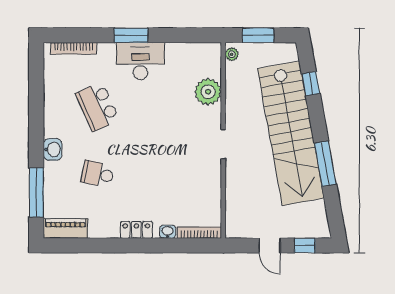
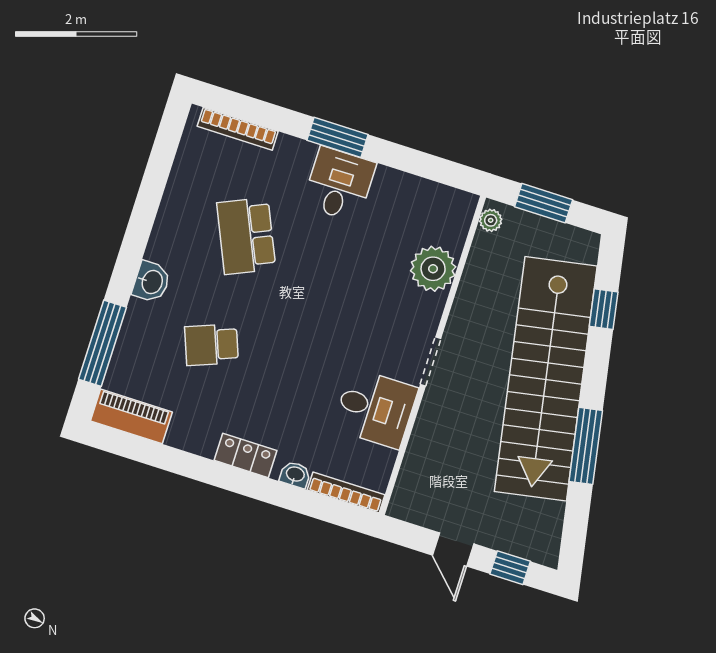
desk: (140, 61) -> (339, 184), width x0.73
school desk: (98, 174) -> (212, 345), turned -33
desk: (201, 180) -> (375, 408), added

